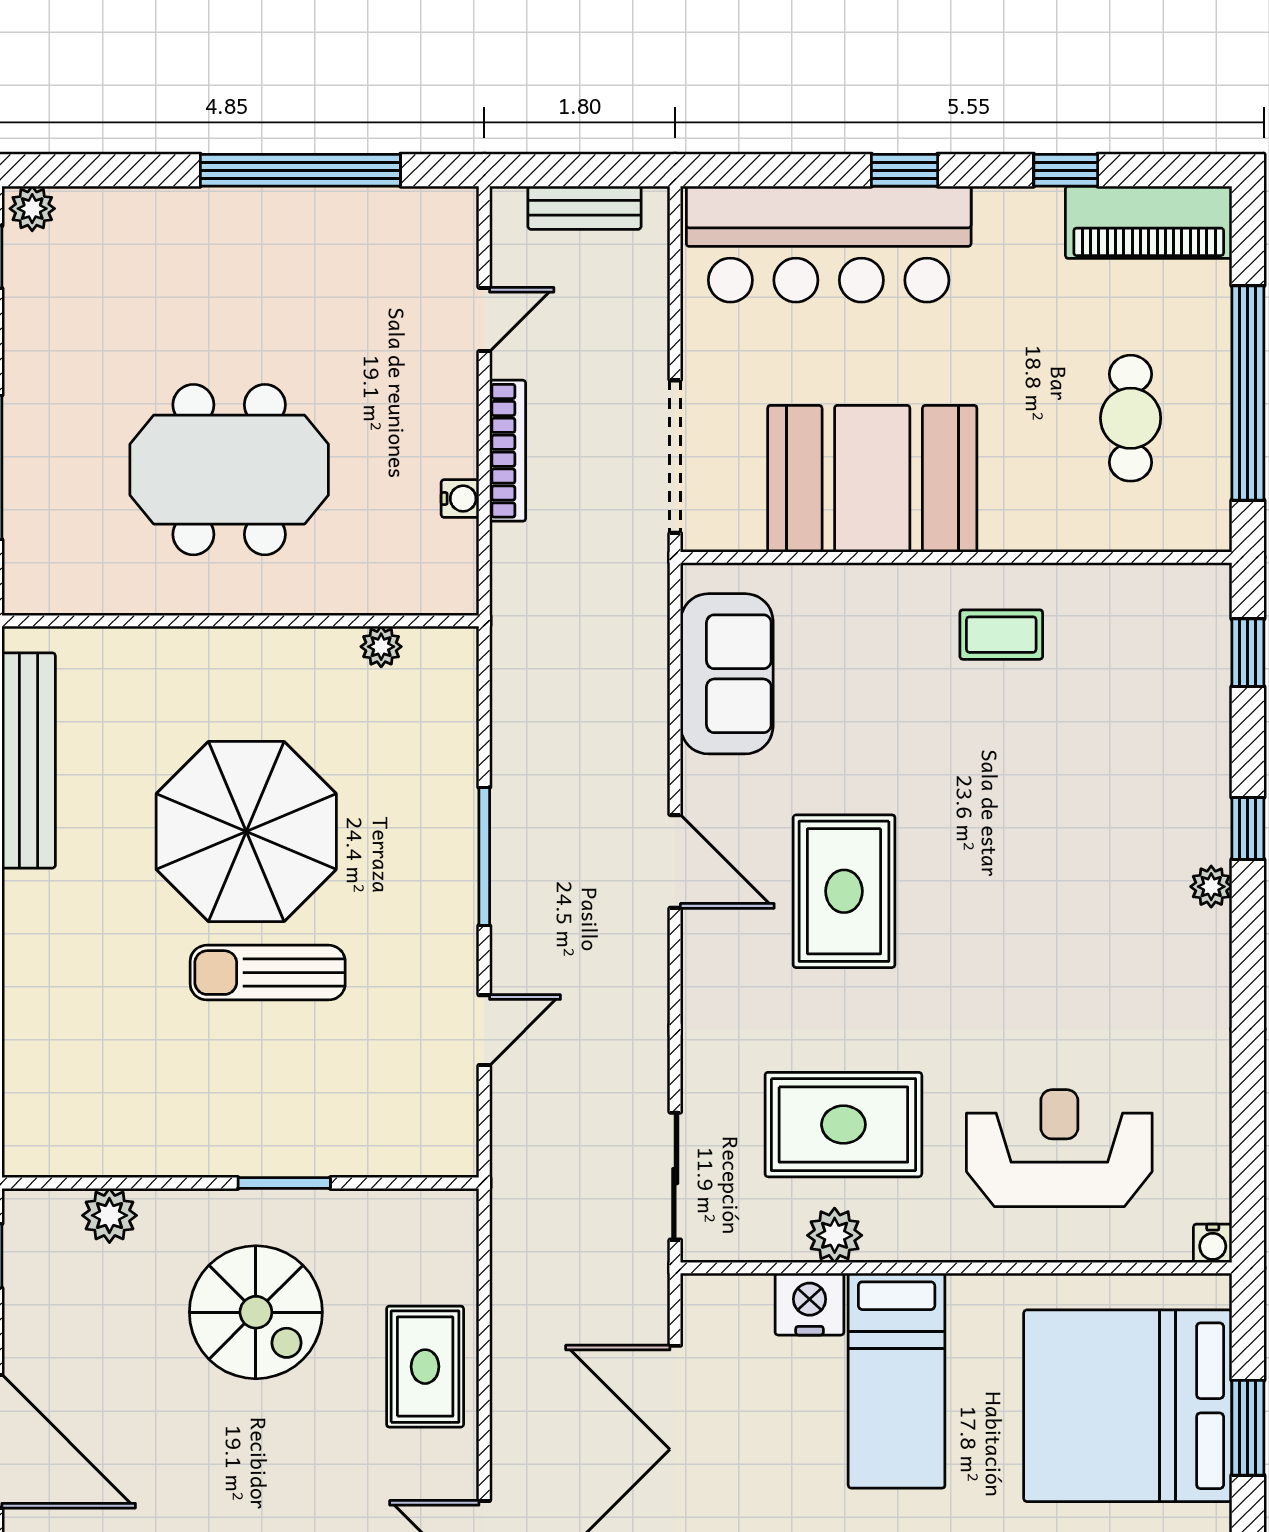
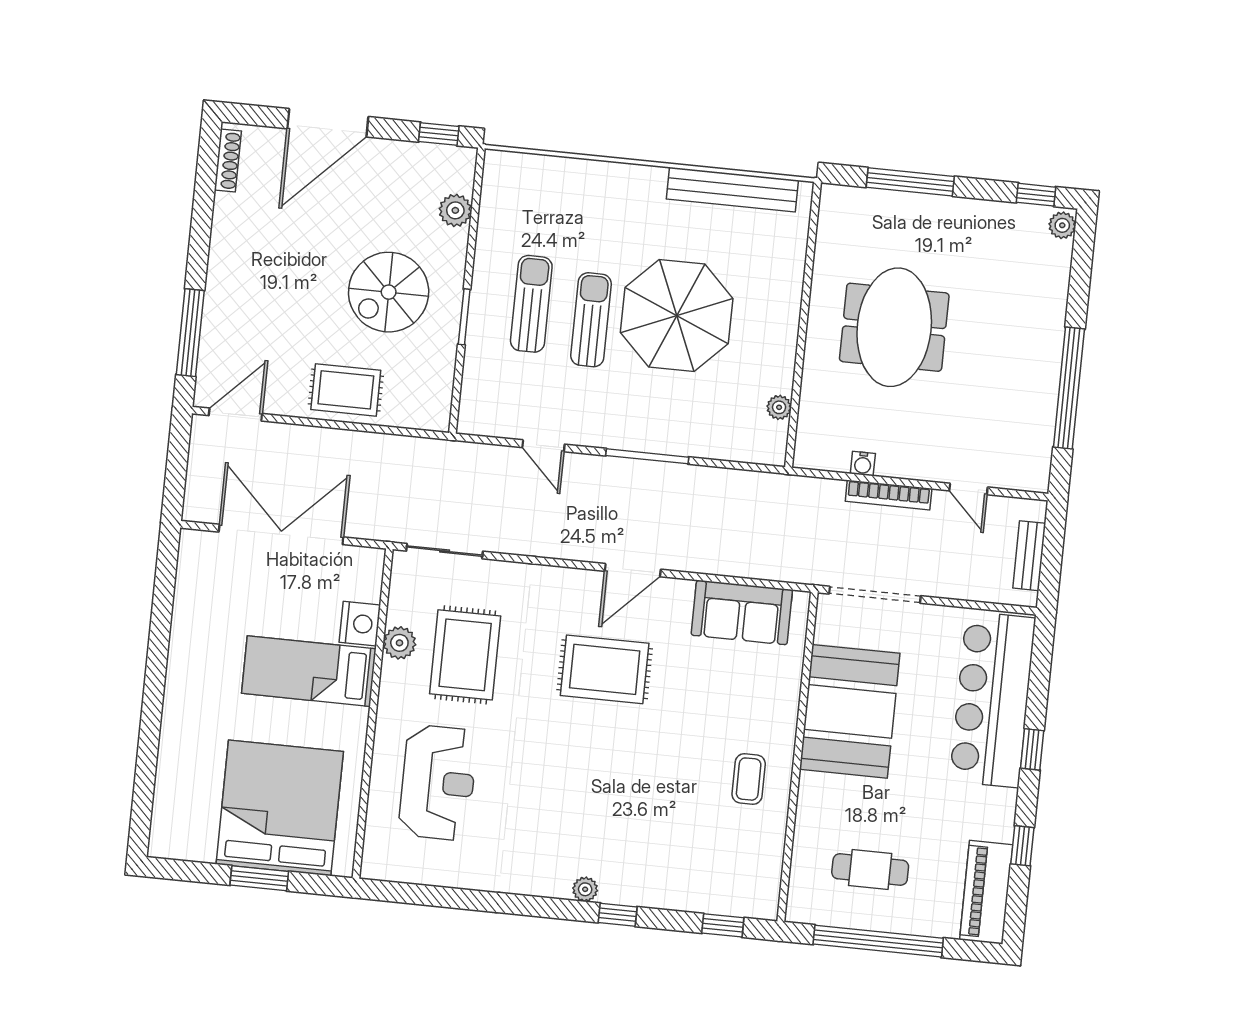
sun lounger: (251, 1074) -> (531, 304), added
water cooler: (1213, 1243) -> (372, 869), removed

